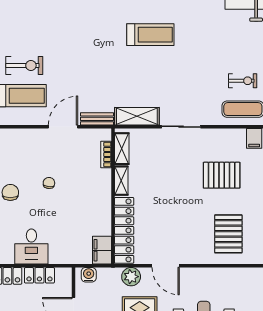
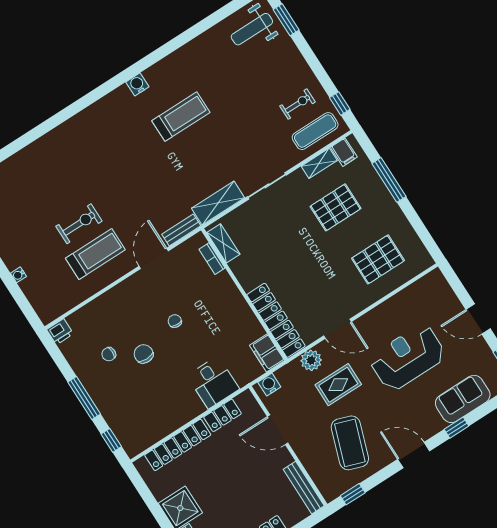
shelving: (121, 181) -> (319, 163), moved, turned 90
pallet: (228, 234) -> (378, 259), turned 90
desk: (31, 247) -> (213, 382), moved

